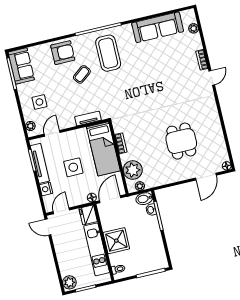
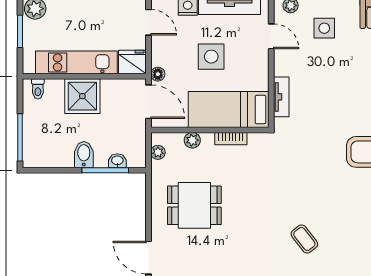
coffee table: (82, 74) -> (304, 239), moved
dining table: (181, 141) -> (194, 205), moved
plant: (133, 170) -> (192, 140), width x0.53, depth x0.53
bidet: (144, 199) -> (84, 155), moved

